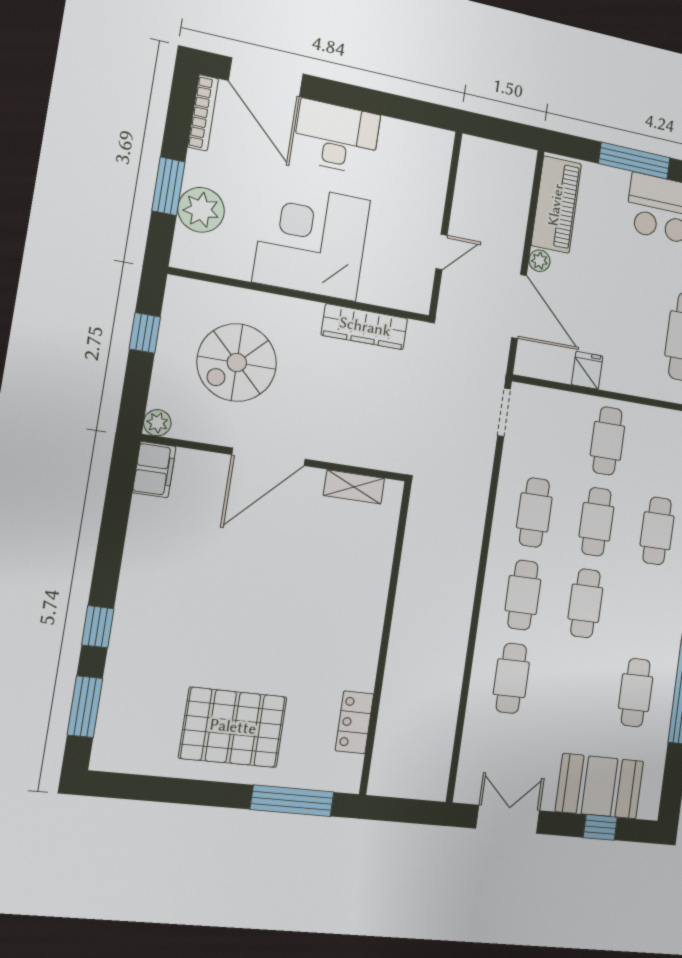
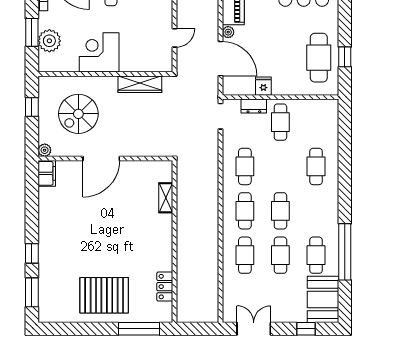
corner desk: (312, 241) -> (99, 52), width x0.74, depth x0.74
dresser: (565, 404) -> (254, 106), added
shelving: (354, 487) -> (166, 198), moved, turned 90
cafe table: (596, 522) -> (280, 255), moved
booth: (600, 786) -> (323, 299), moved, turned 90

